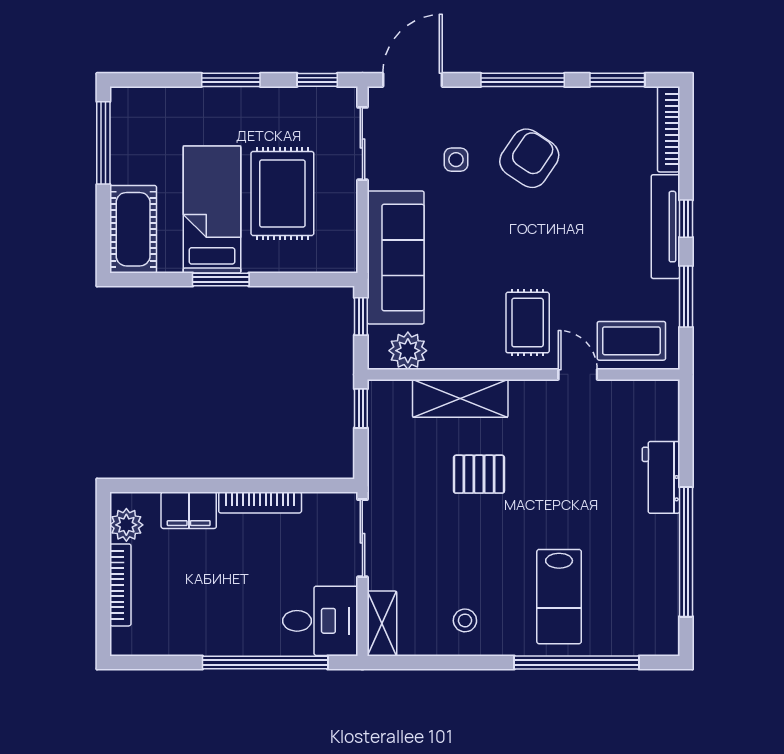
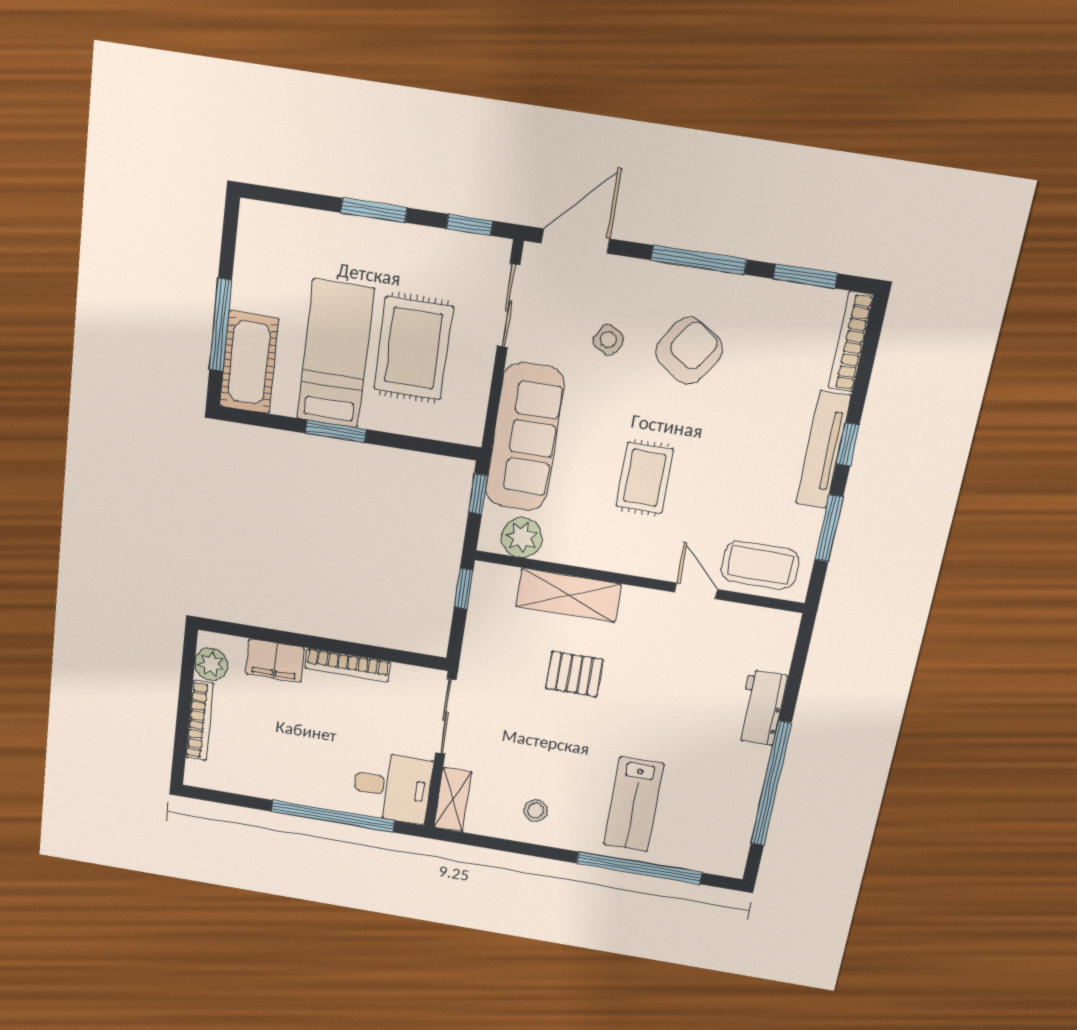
window: (103, 143) -> (221, 325), moved
side table: (456, 160) -> (608, 340), turned 30
rug: (528, 323) -> (645, 478), moved

